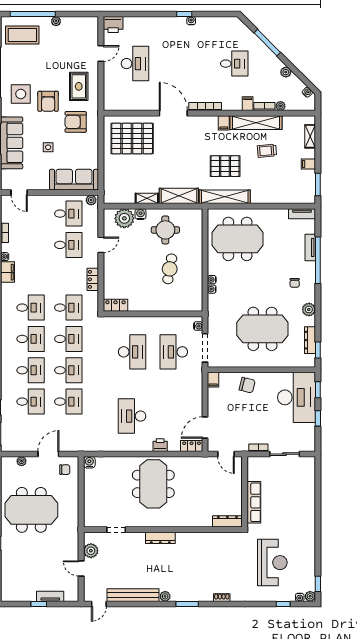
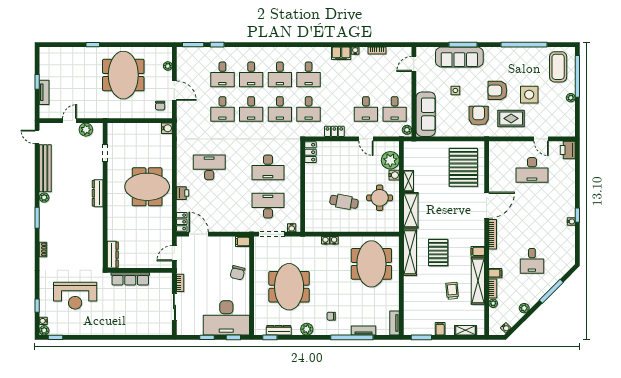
side table: (21, 94) -> (529, 95), moved

